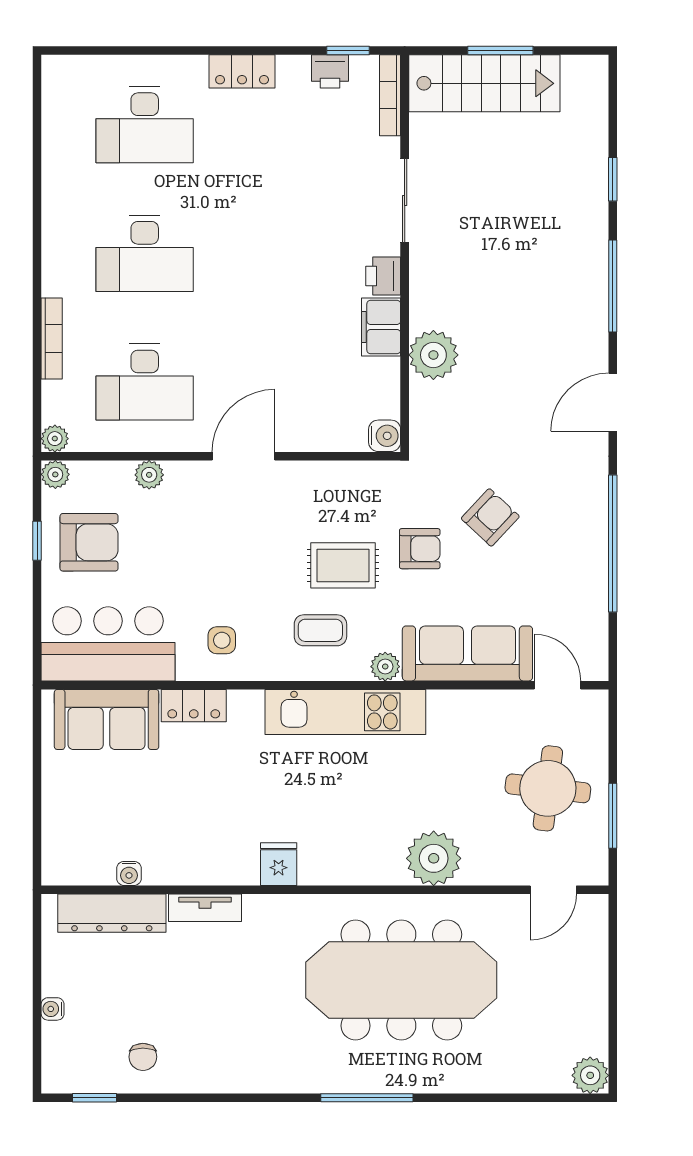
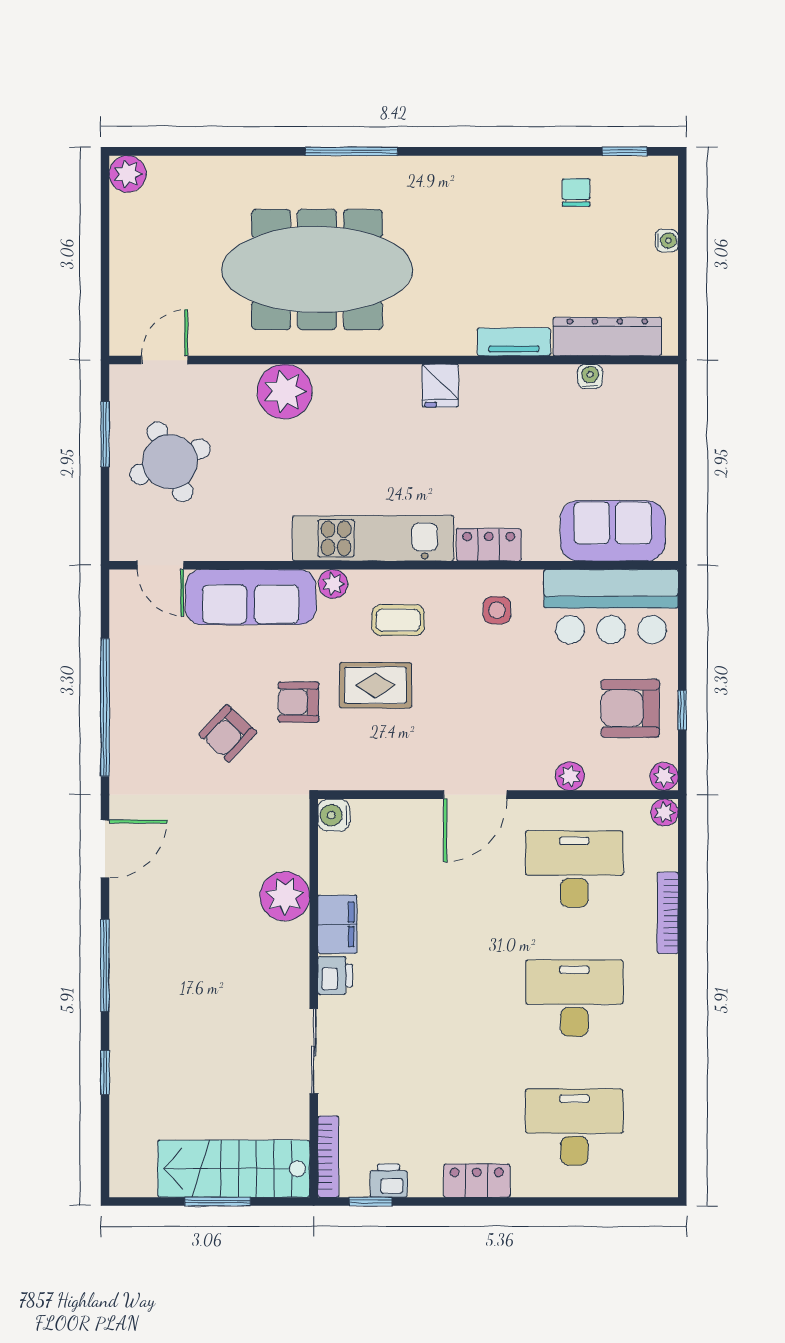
locker: (194, 706) -> (489, 545), moved
round table: (548, 788) -> (170, 462), turned -30

